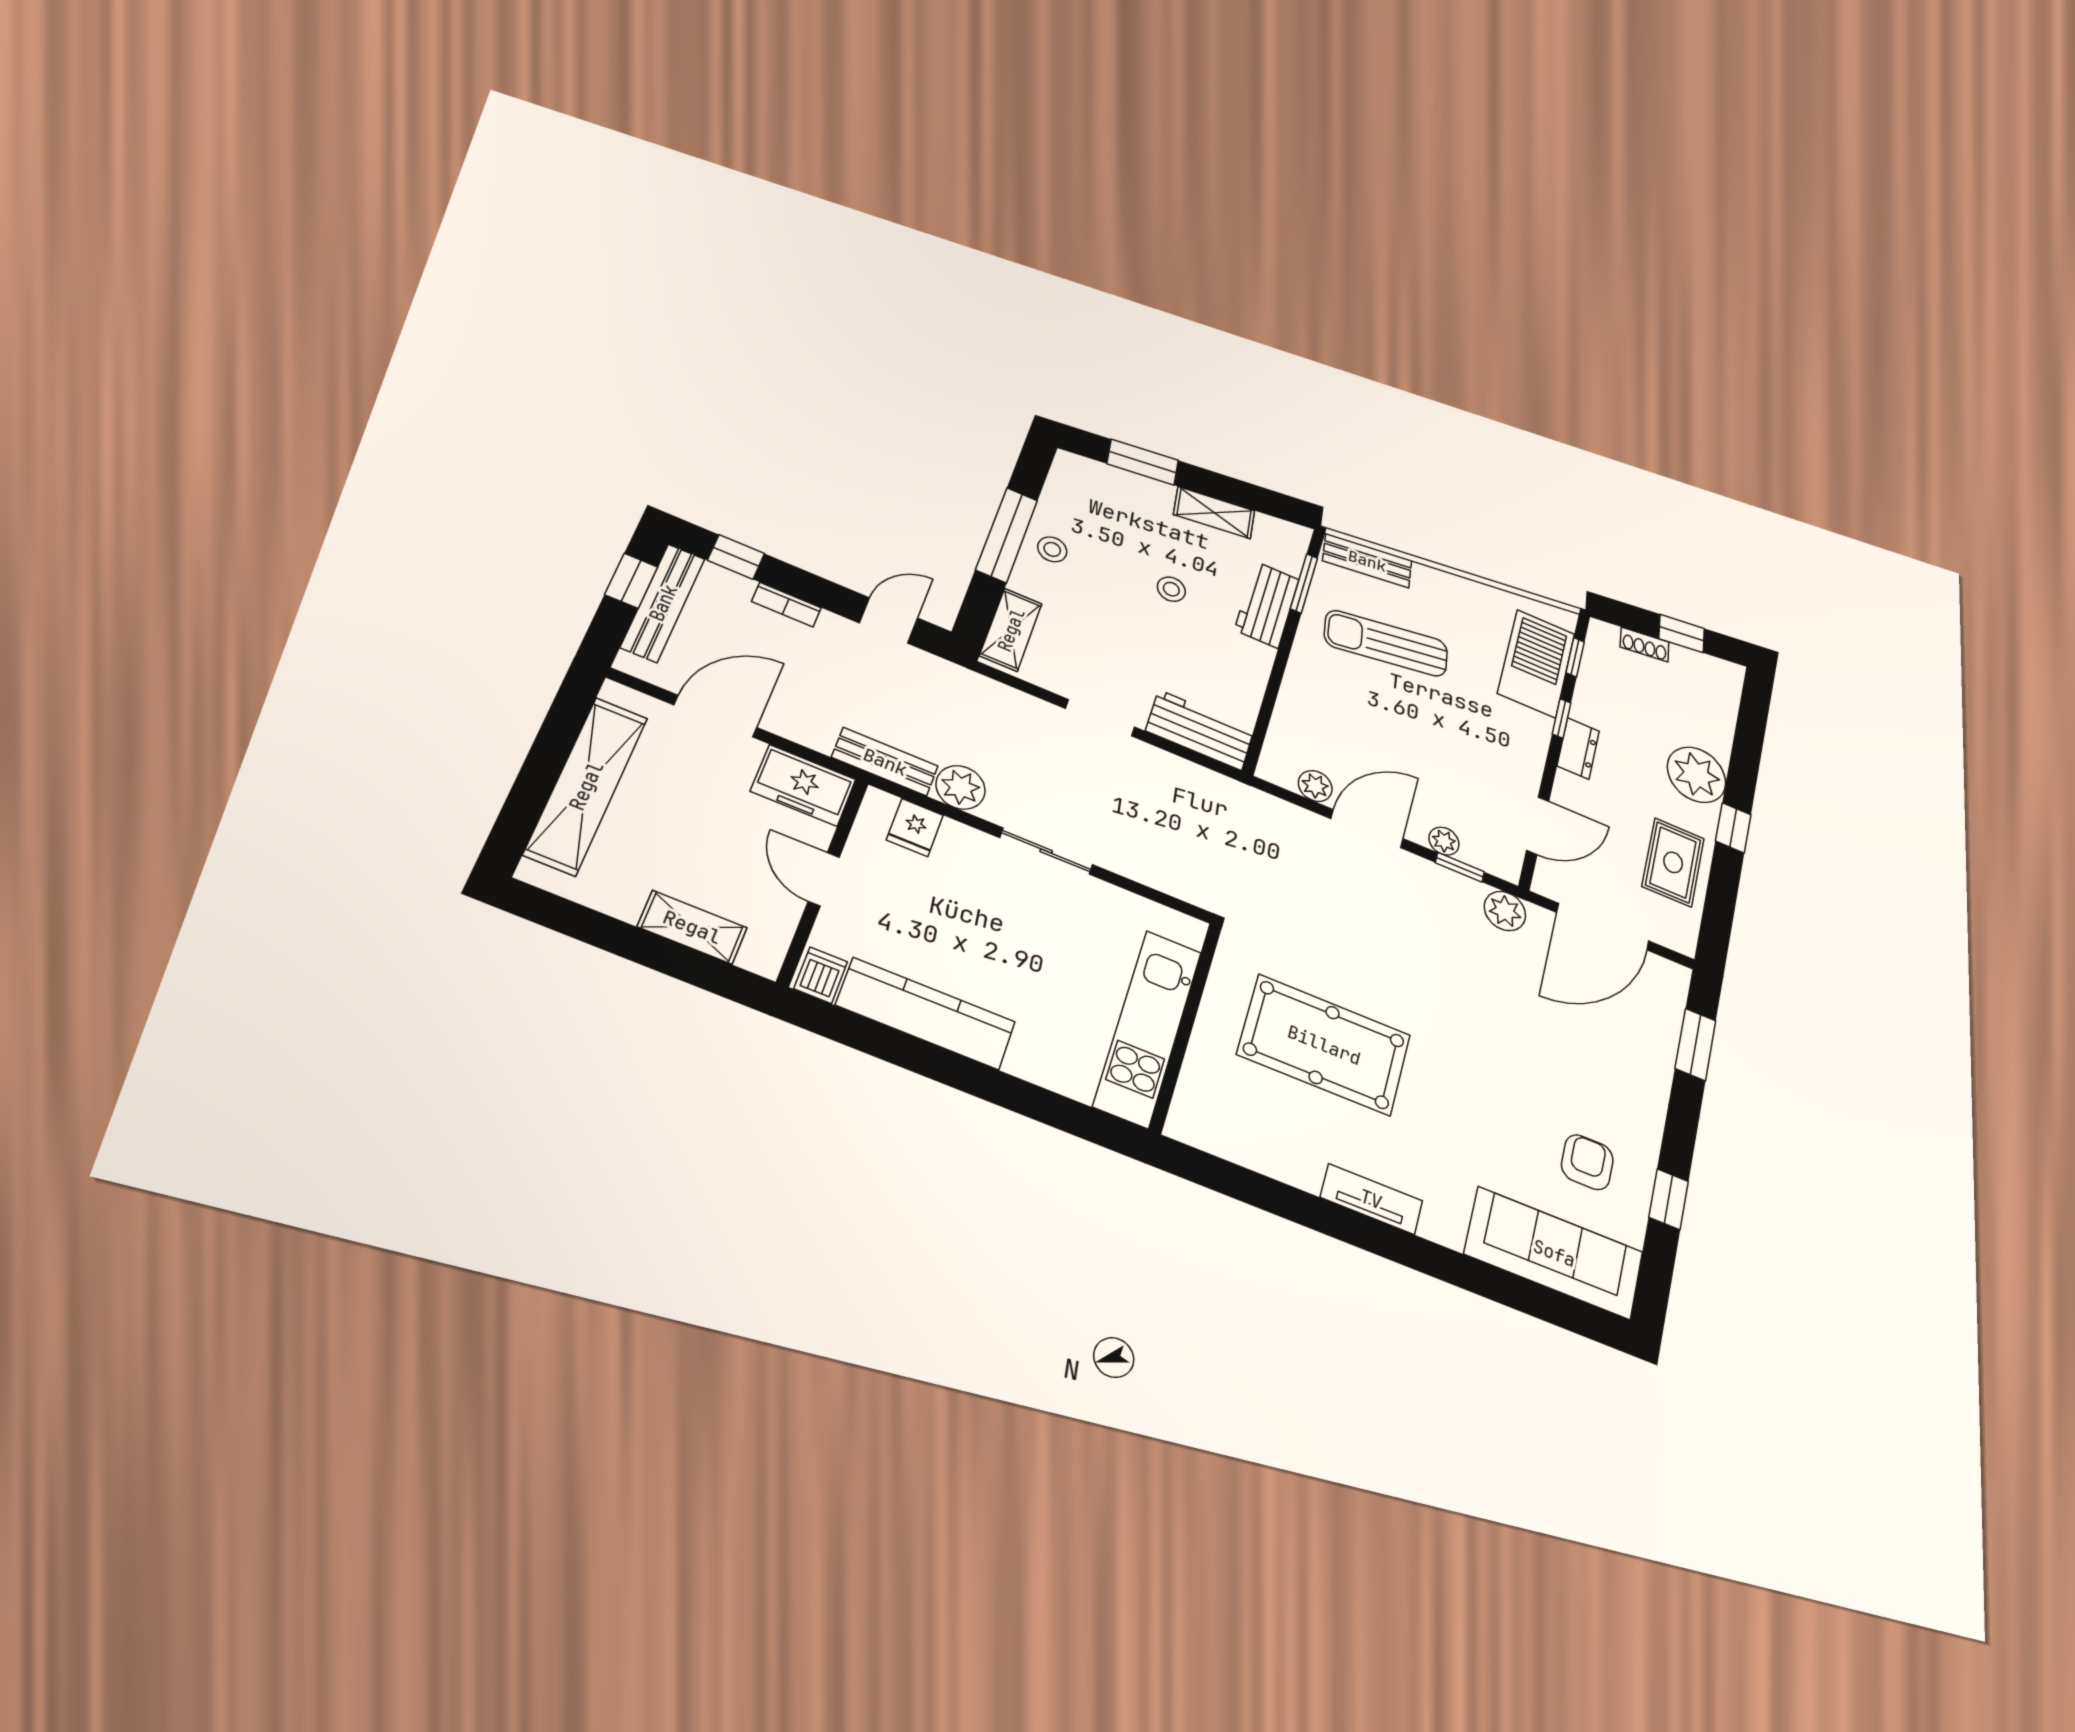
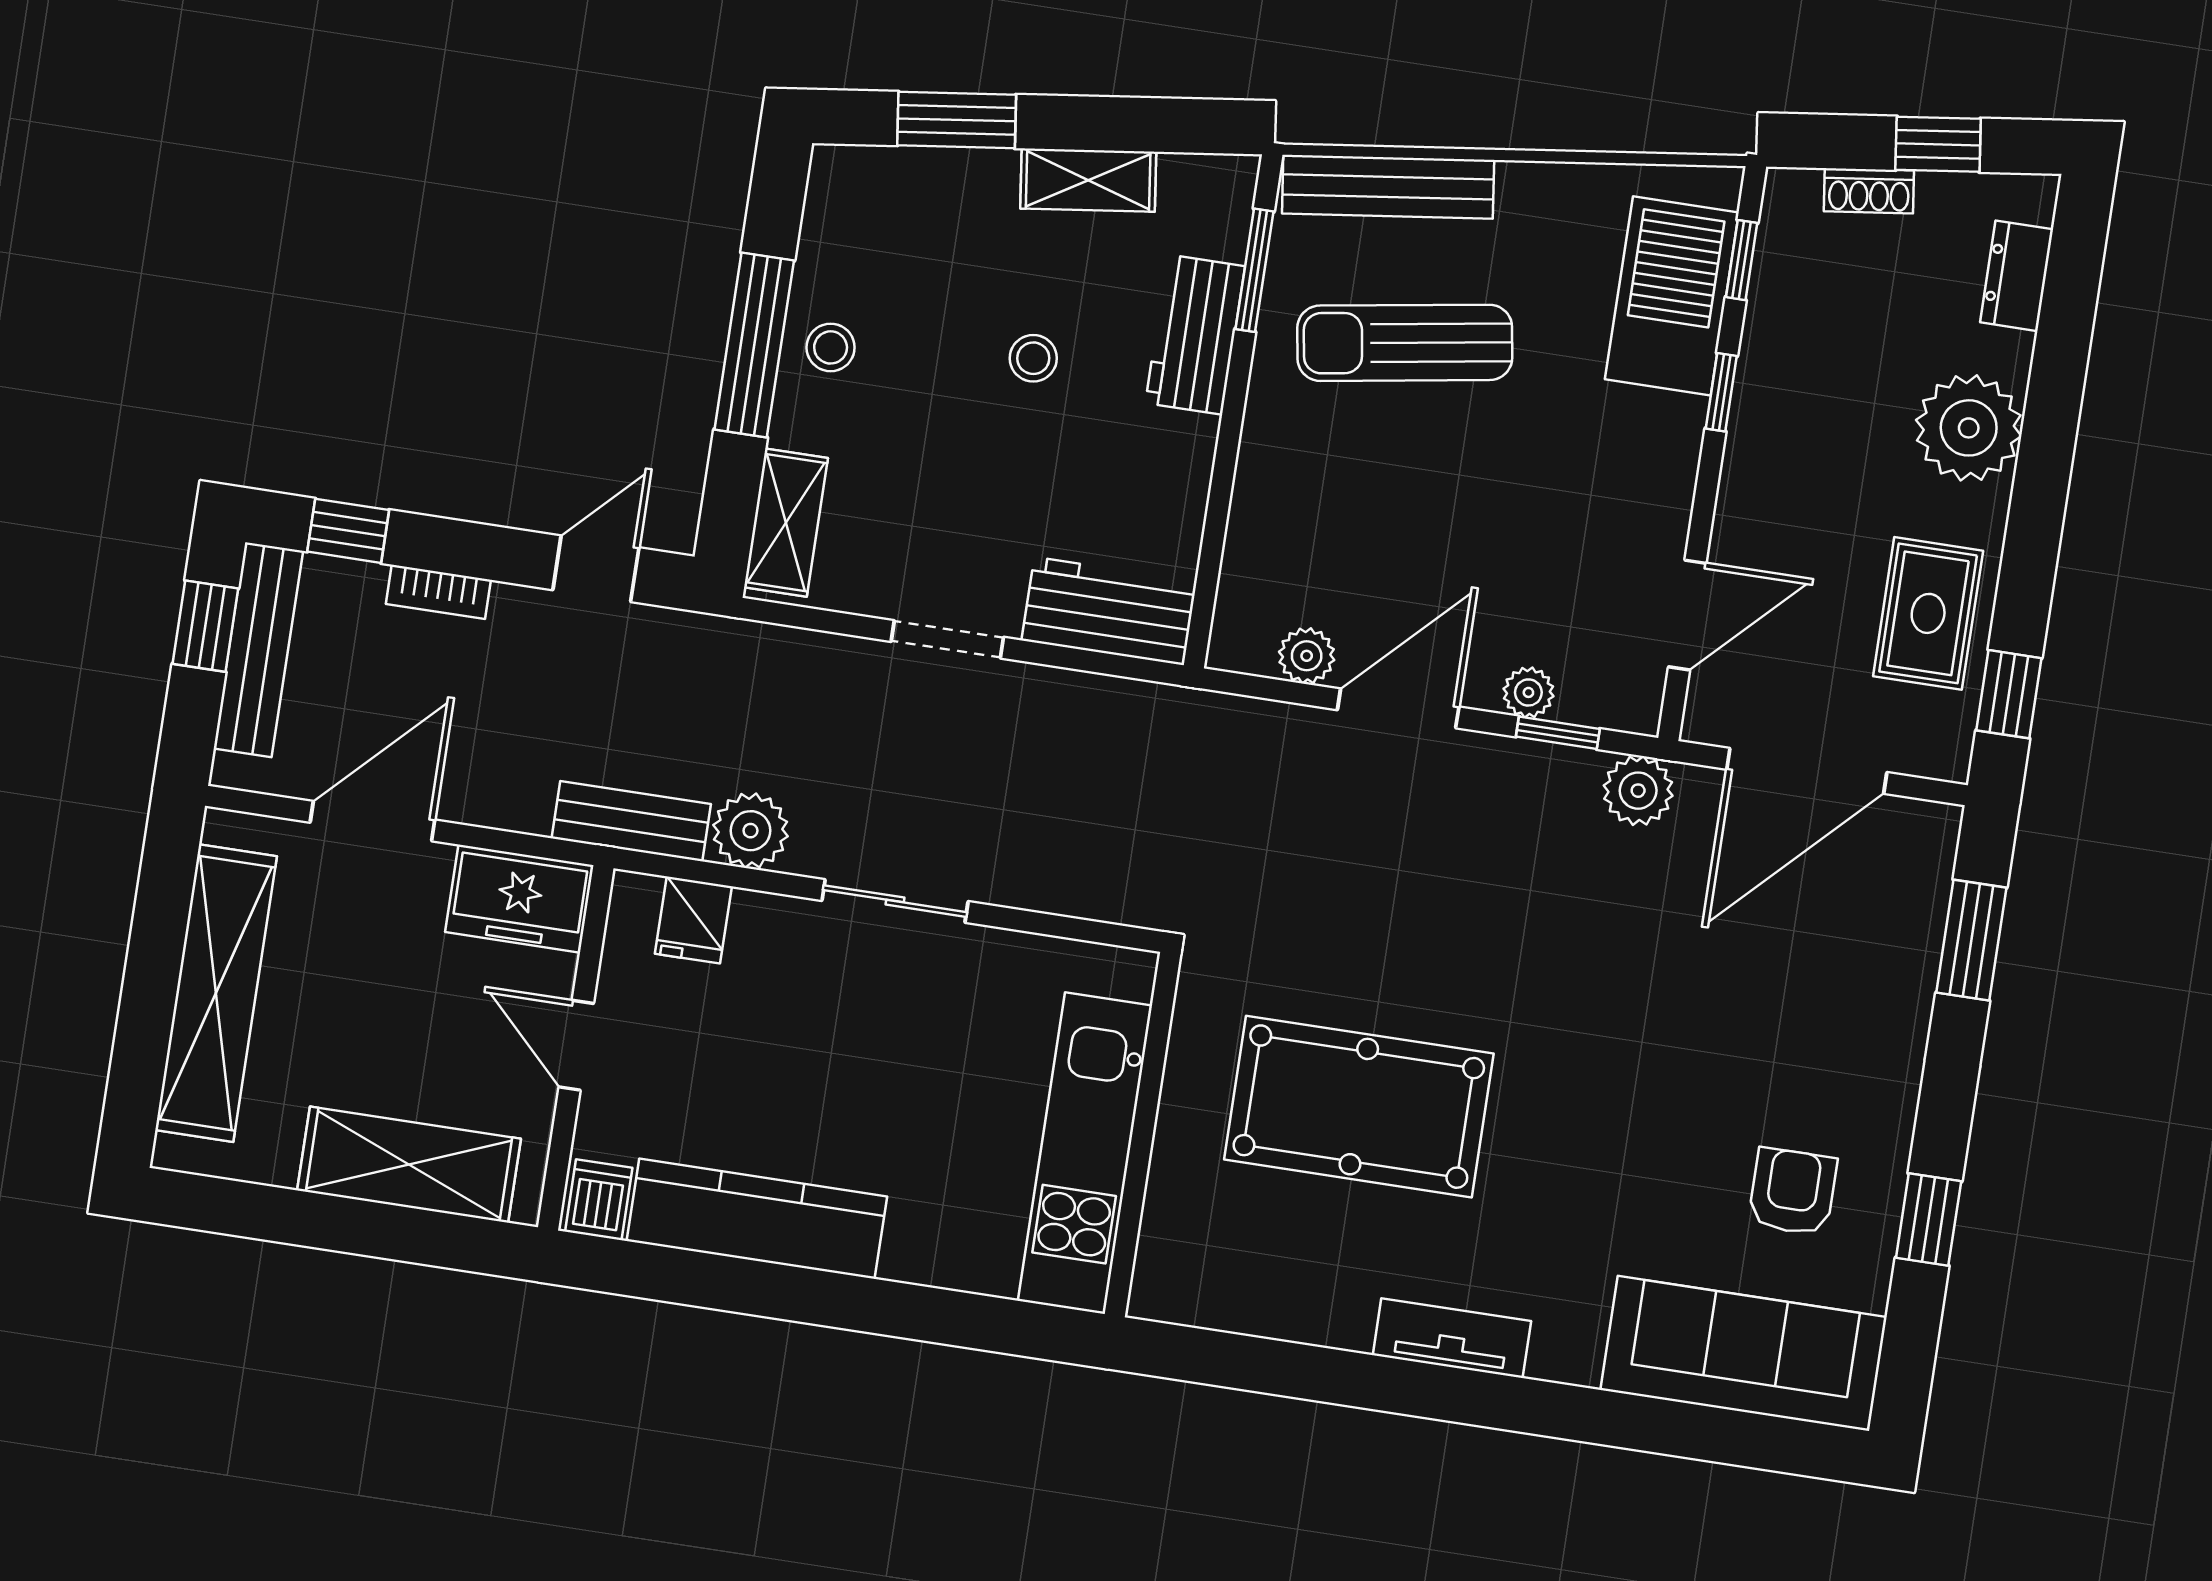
bench: (1367, 561) -> (1388, 187), width x1.36
dresser: (1578, 748) -> (2017, 276), moved, turned 180
window: (1733, 828) -> (2009, 694), moved
shelving: (692, 927) -> (409, 1165), width x1.50, depth x1.33

